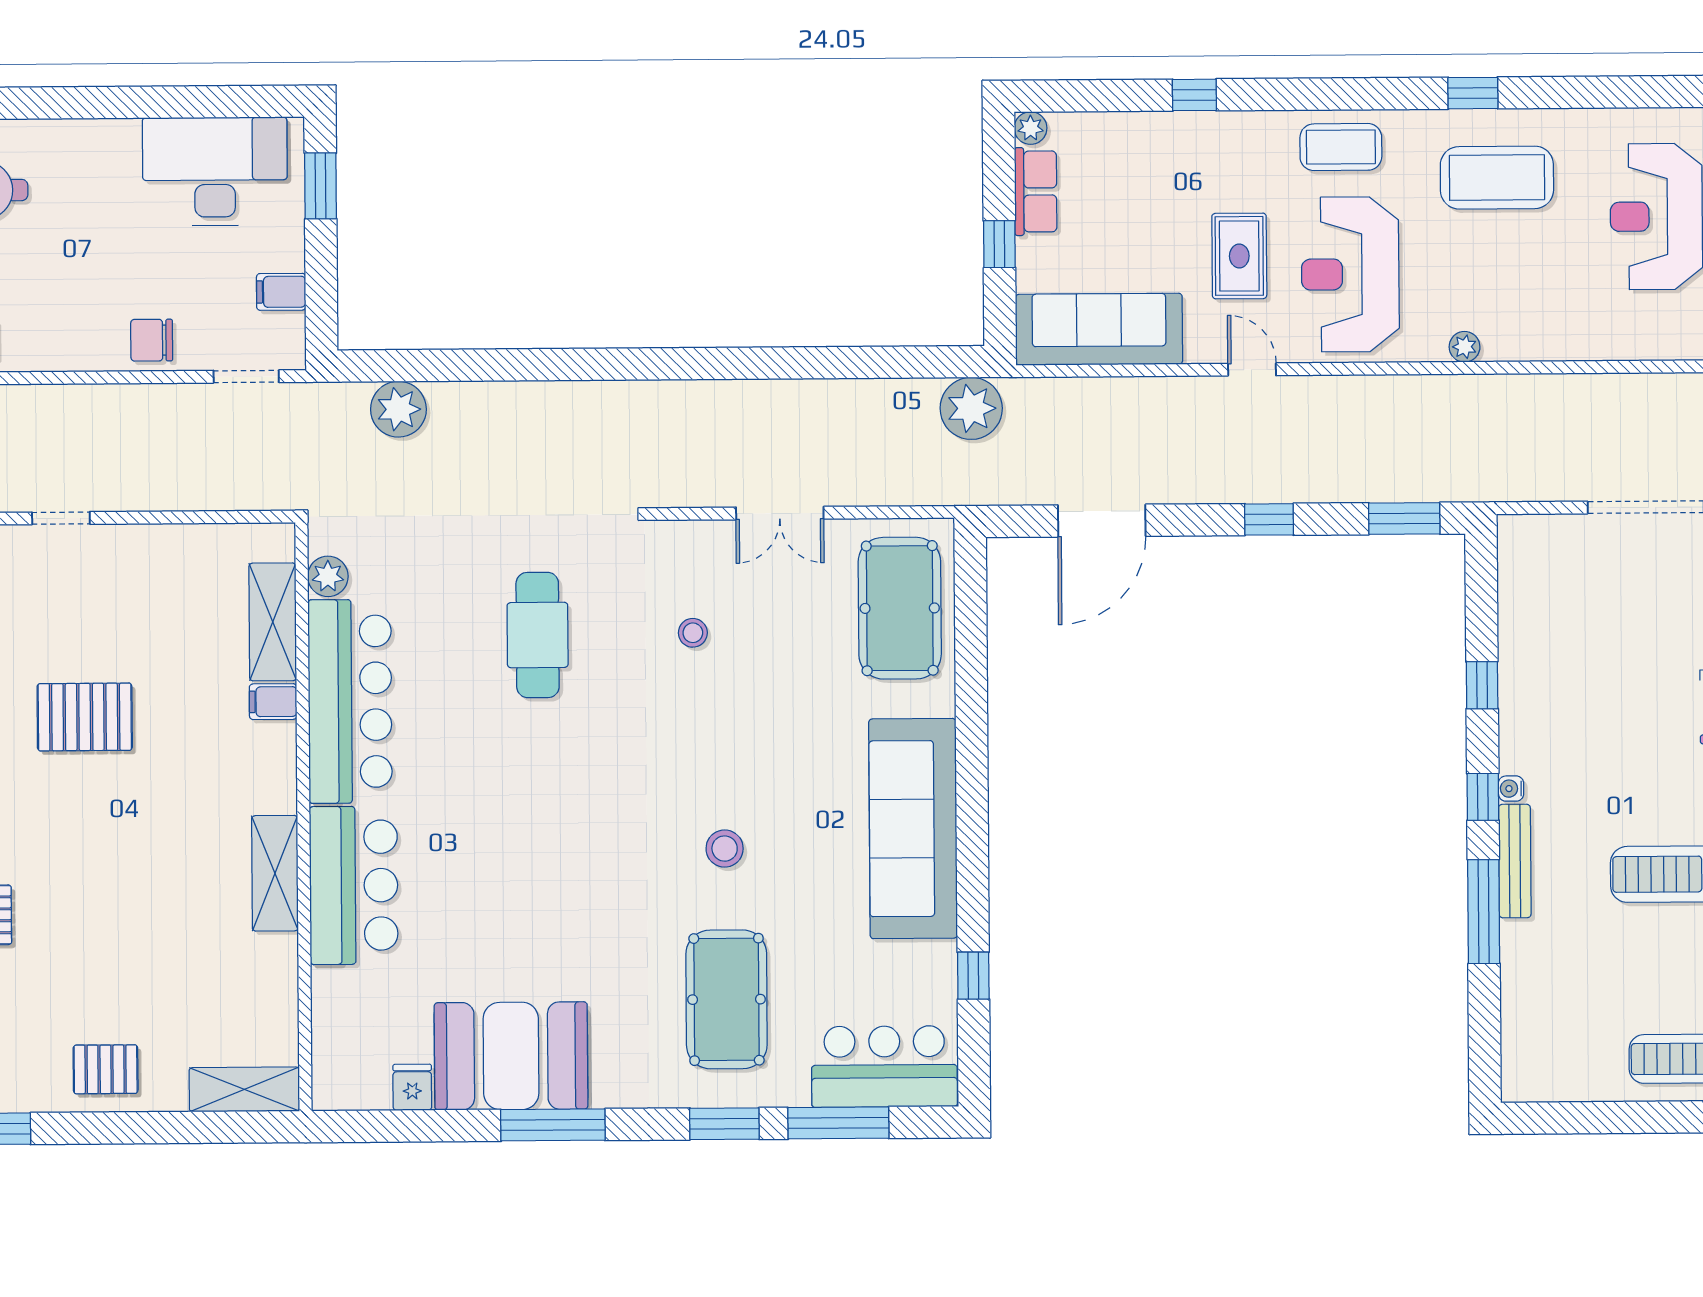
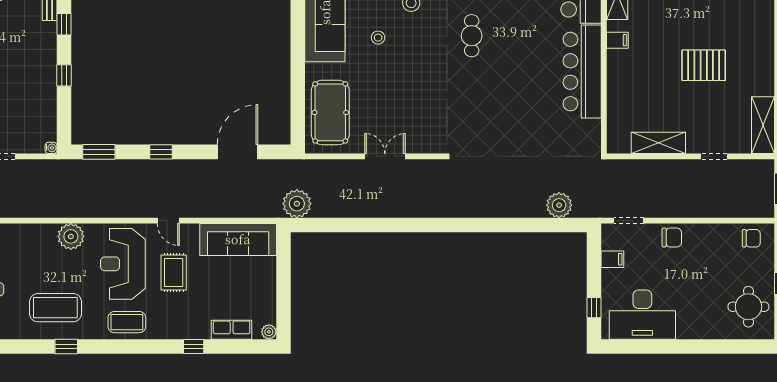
window: (321, 186) -> (594, 308), width x0.67
row of seats: (1036, 191) -> (232, 330), moved, turned 90
window: (999, 244) -> (283, 279), removed
reception desk: (1350, 274) -> (123, 264), turned 180
plant: (1465, 347) -> (71, 236), width x1.87, depth x1.87
plant: (328, 576) -> (592, 129), removed
shelving: (273, 622) -> (658, 143), moved, turned 90
stool: (693, 633) -> (378, 38), moved
cafe table: (538, 635) -> (472, 36), moved, width x0.73, depth x0.74
filing cabinet: (273, 702) -> (617, 40), moved
water cooler: (1511, 789) -> (51, 148), moved

